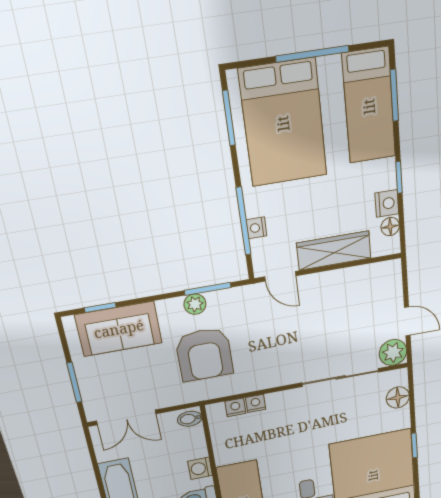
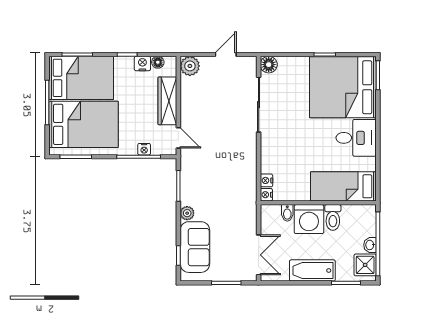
bed: (369, 106) -> (81, 78), width x1.50
door: (280, 276) -> (178, 138), hinge flipped
plant: (195, 304) -> (187, 213), moved
plant: (393, 353) -> (190, 66), moved
armchair: (204, 354) -> (223, 195), removed
floor lamp: (398, 397) -> (269, 65), moved
nightstand: (256, 403) -> (266, 195), moved
bidet: (190, 419) -> (287, 213), moved
washing machine: (200, 468) -> (309, 219), width x1.89, depth x1.89

